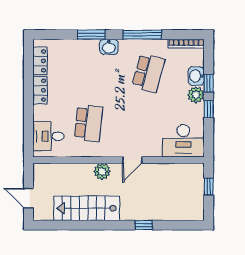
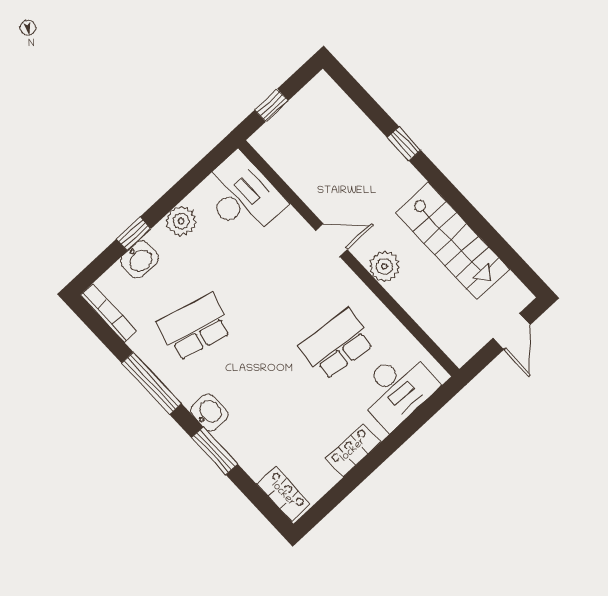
locker: (40, 61) -> (283, 494), moved, turned 90
plant: (196, 95) -> (181, 221), moved
window: (209, 109) -> (168, 202), removed
desk: (48, 136) -> (397, 389), width x1.37

